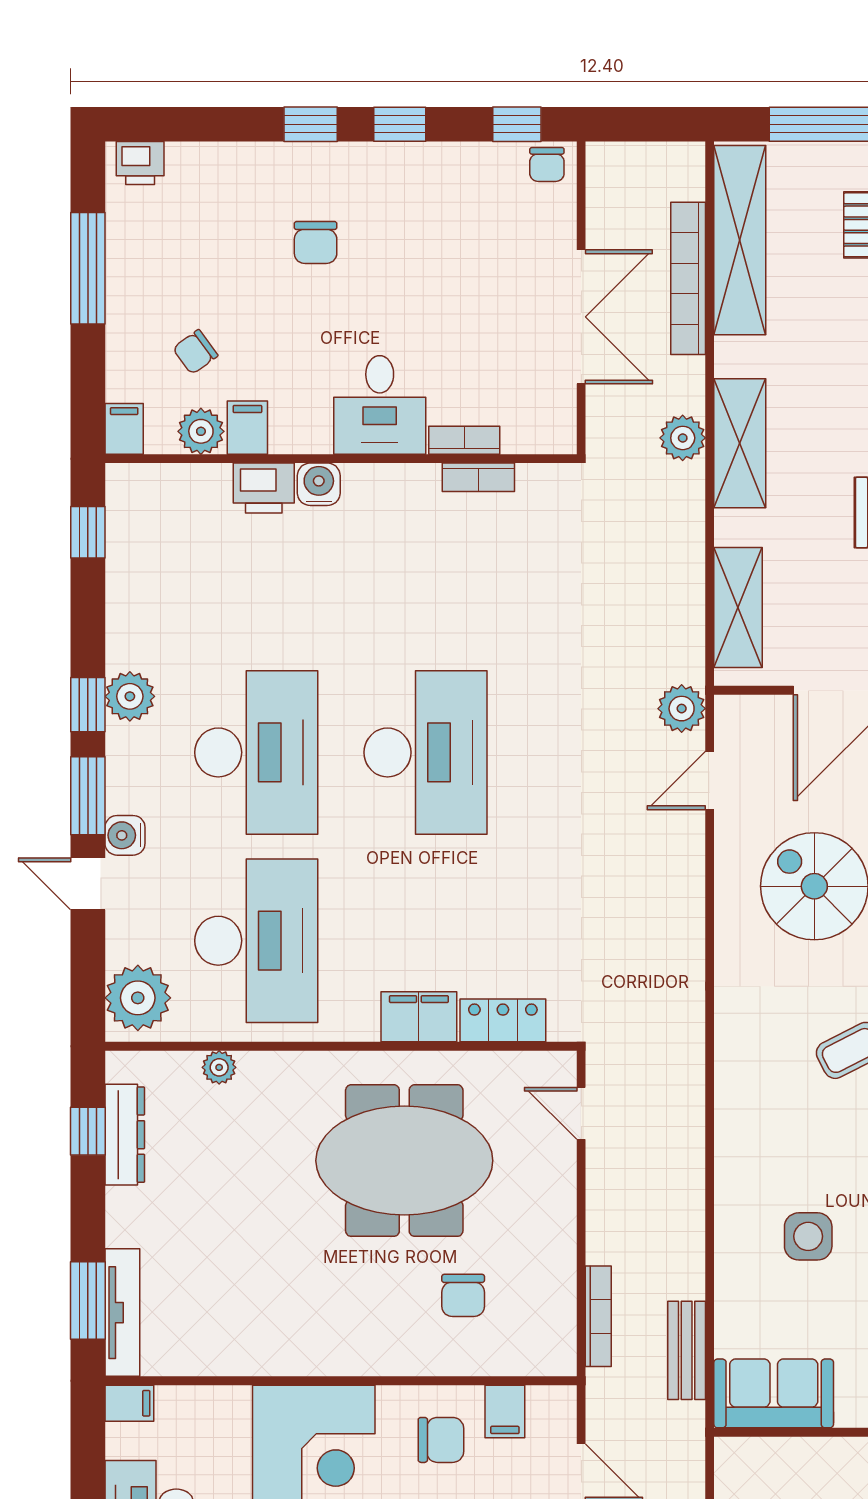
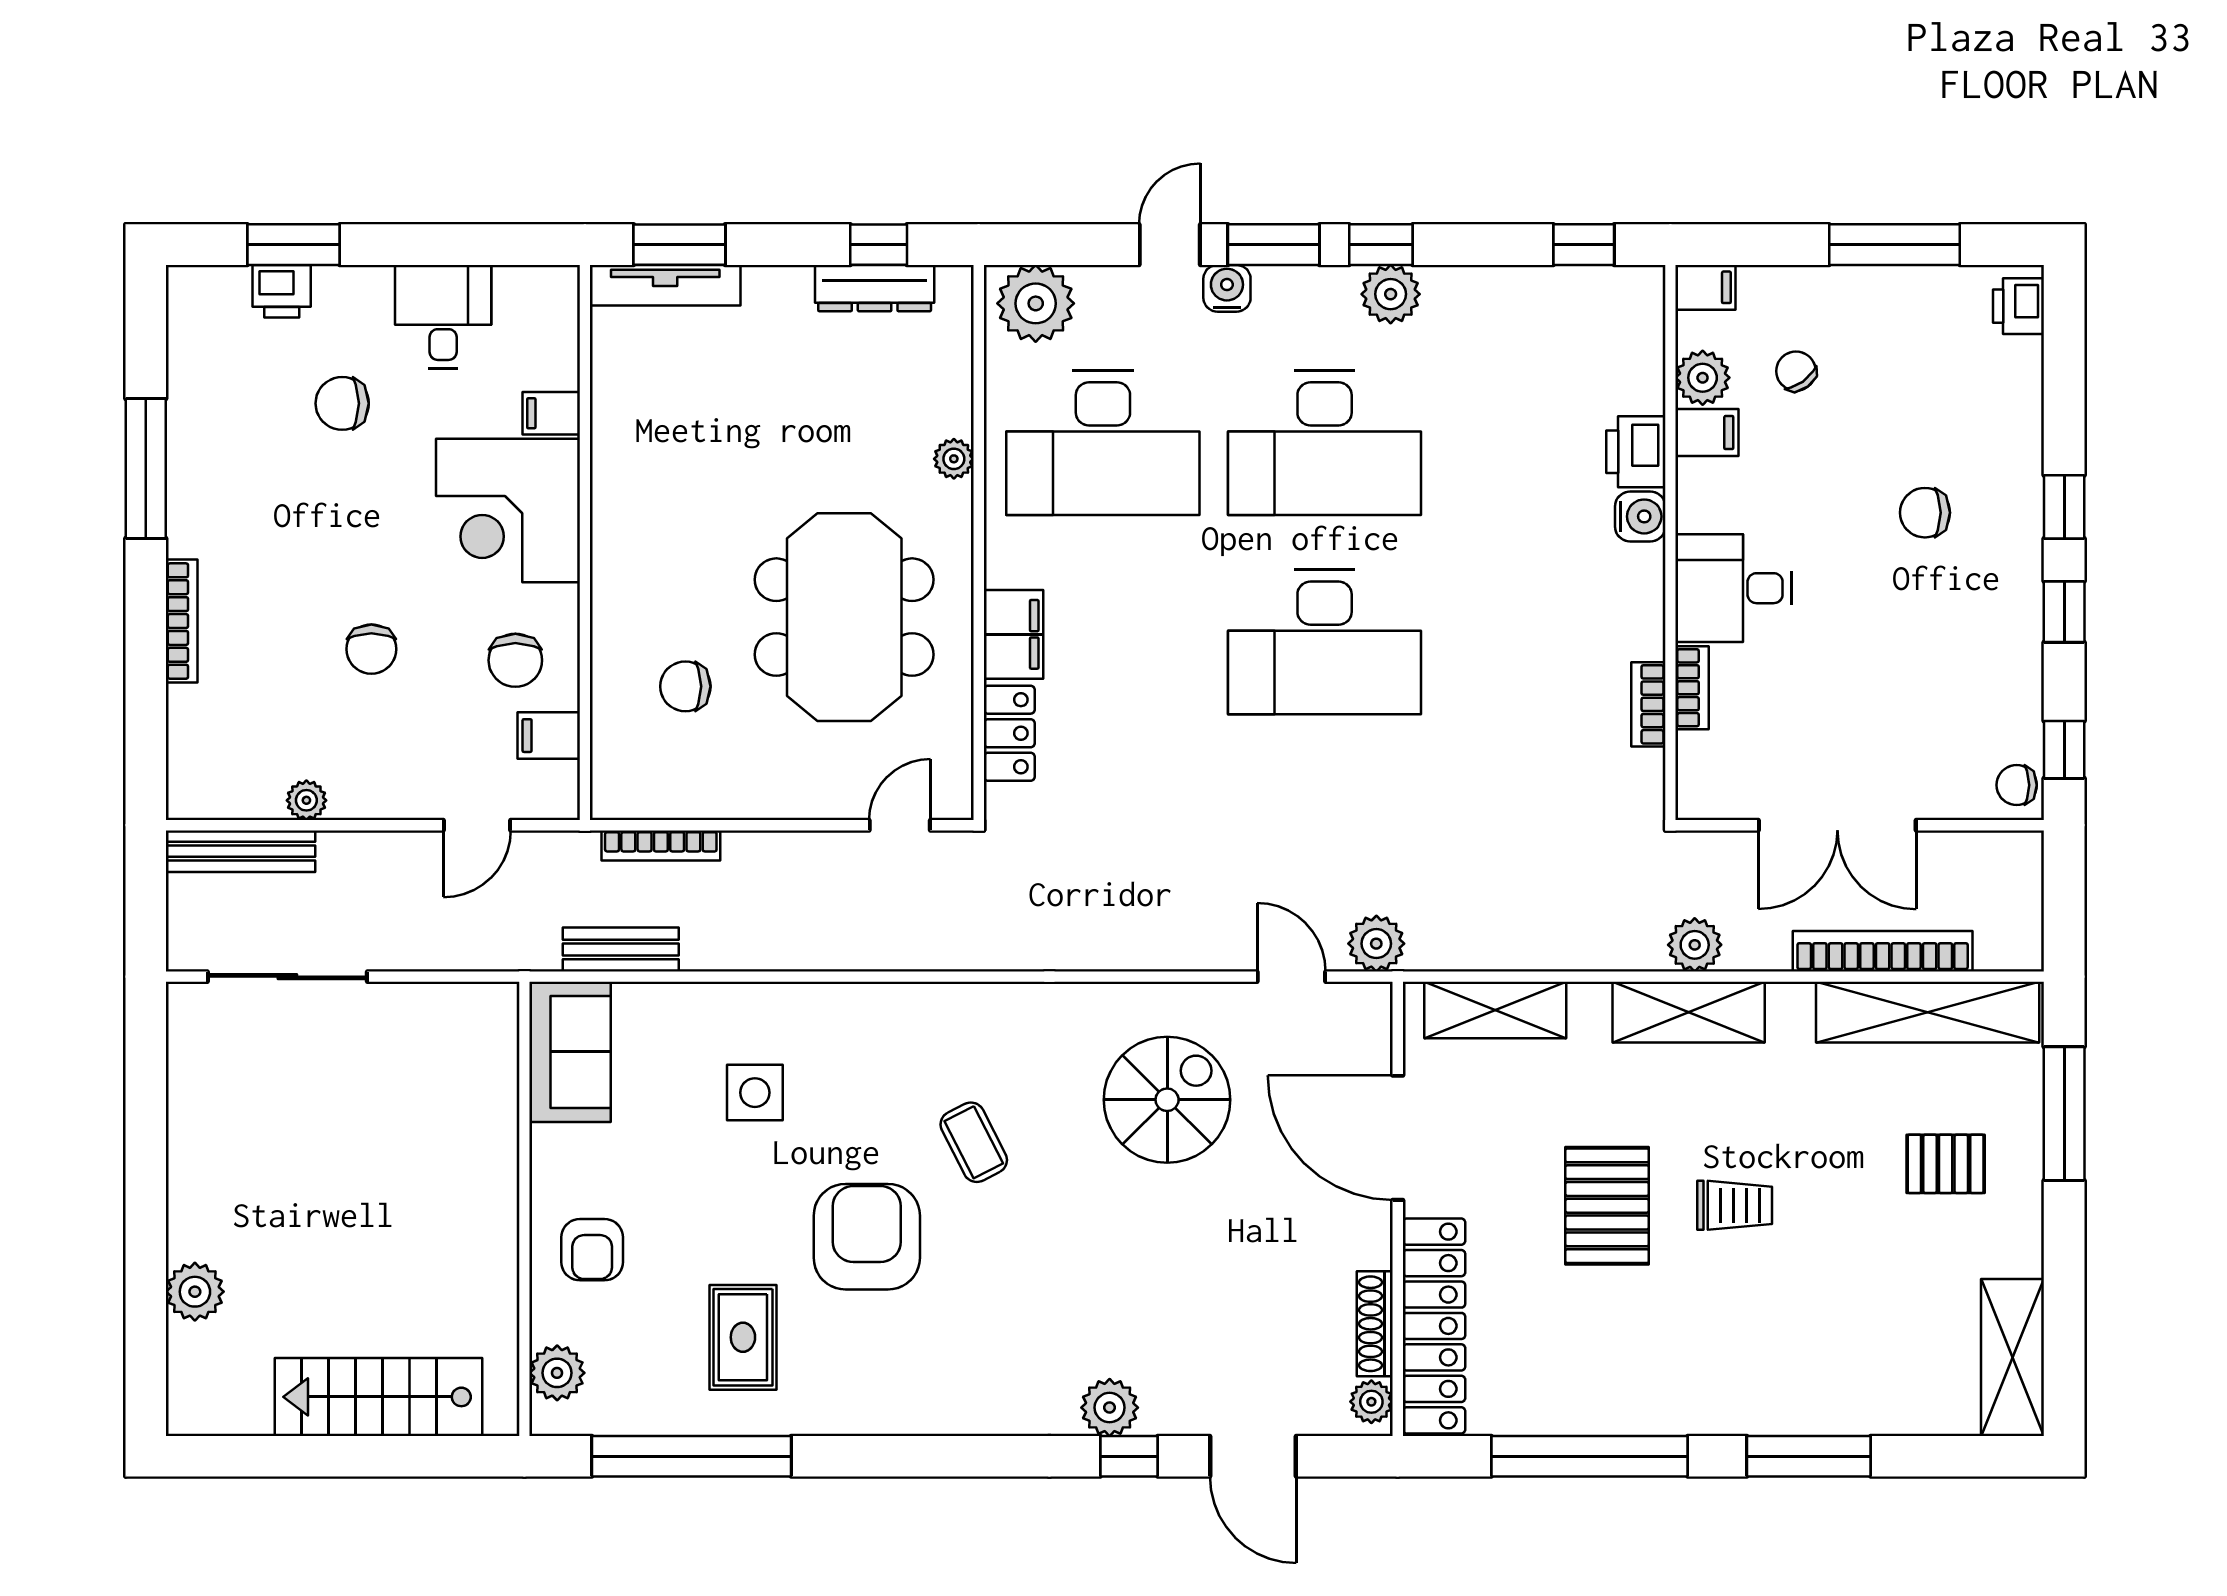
plant: (219, 1067) -> (954, 459), moved
filing cabinet: (129, 1403) -> (551, 413), moved, turned 90

